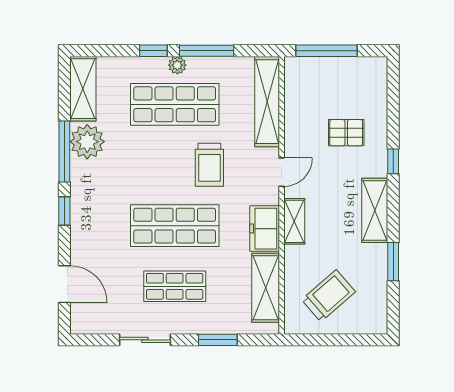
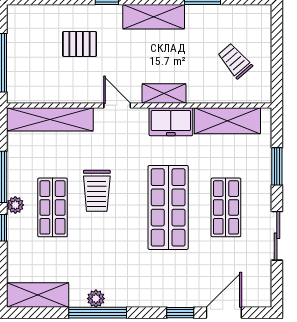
shop shelf: (175, 104) -> (53, 207), width x0.70, depth x0.74
pallet: (346, 133) -> (80, 44), turned 90
plant: (87, 142) -> (96, 299), width x0.53, depth x0.53
trolley: (209, 165) -> (97, 191), moved, turned 90
window: (64, 211) -> (180, 313), moved
trolley: (329, 296) -> (235, 61), width x0.73, depth x0.72

